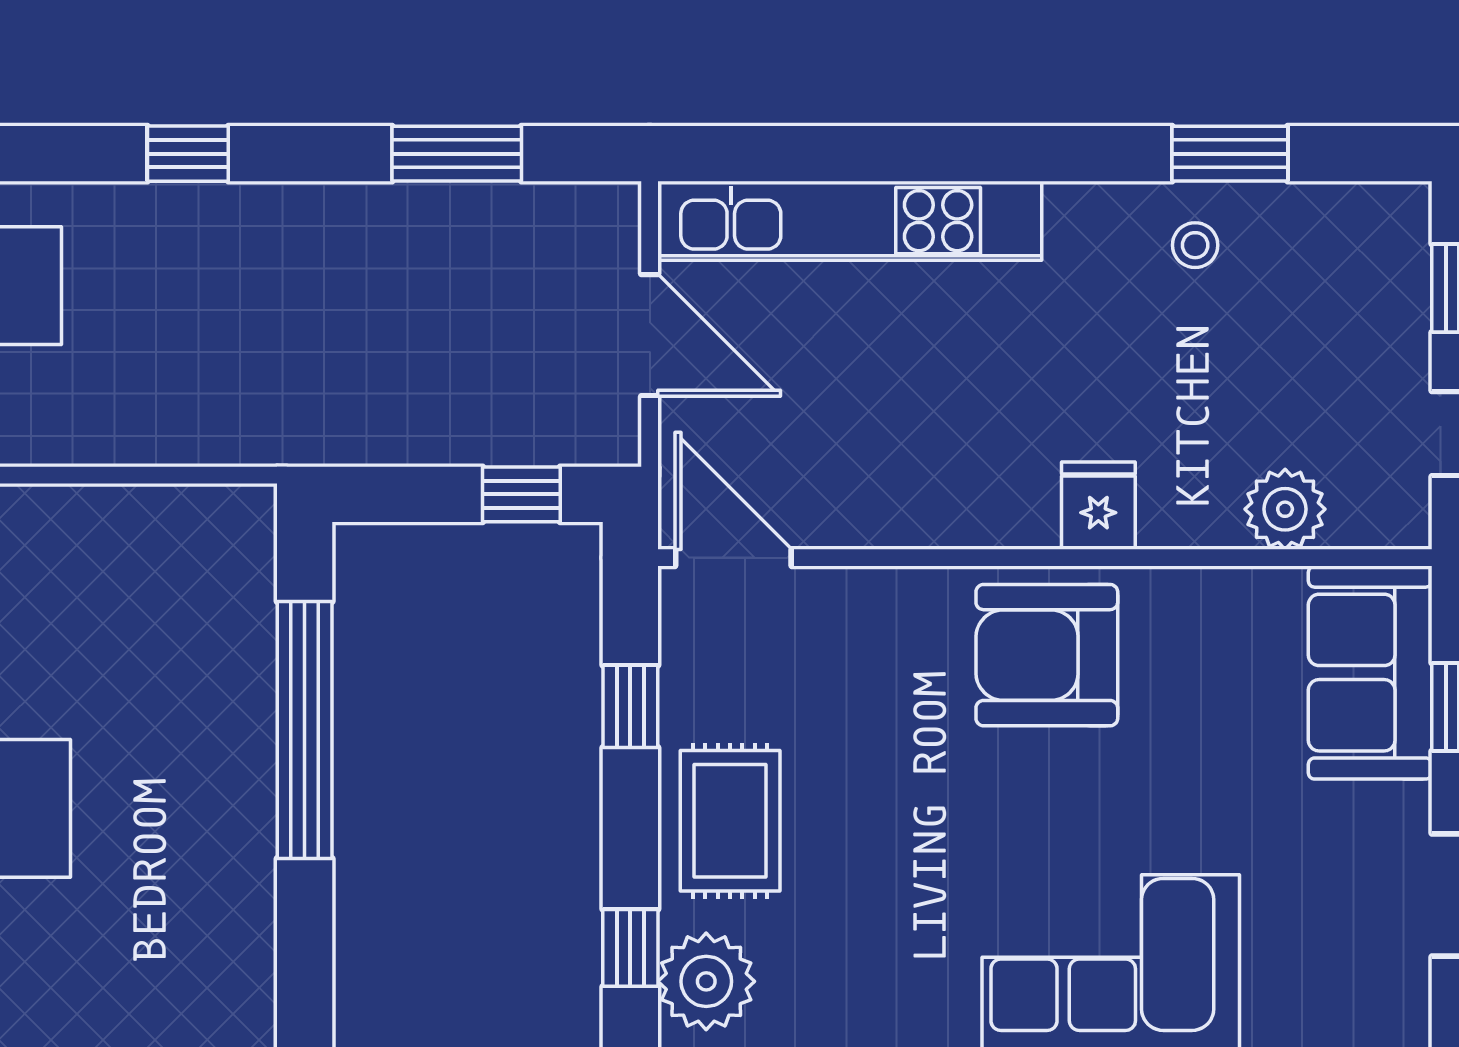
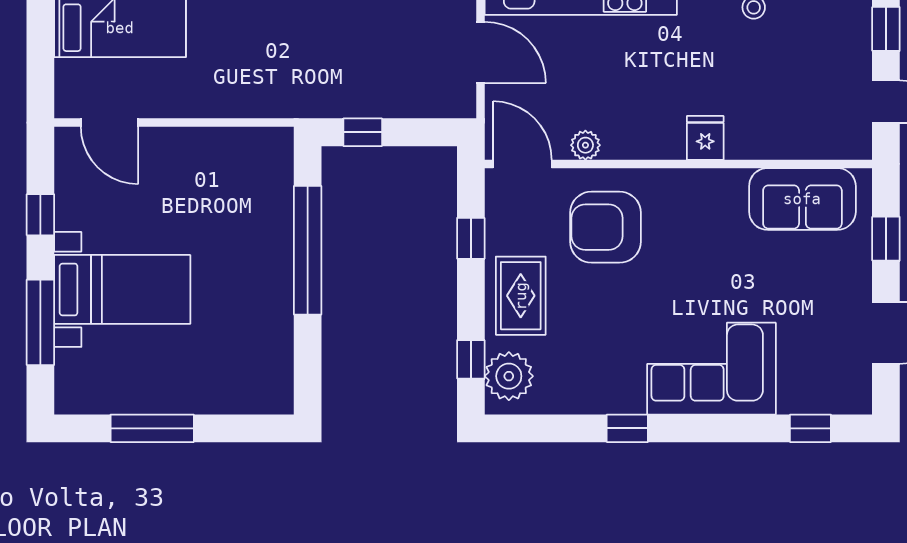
window: (521, 494) -> (363, 132), moved
plant: (1285, 509) -> (585, 145), moved, width x0.73, depth x0.73
armchair: (1047, 655) -> (605, 227), moved
sofa: (1370, 673) -> (802, 199), moved, turned -90

